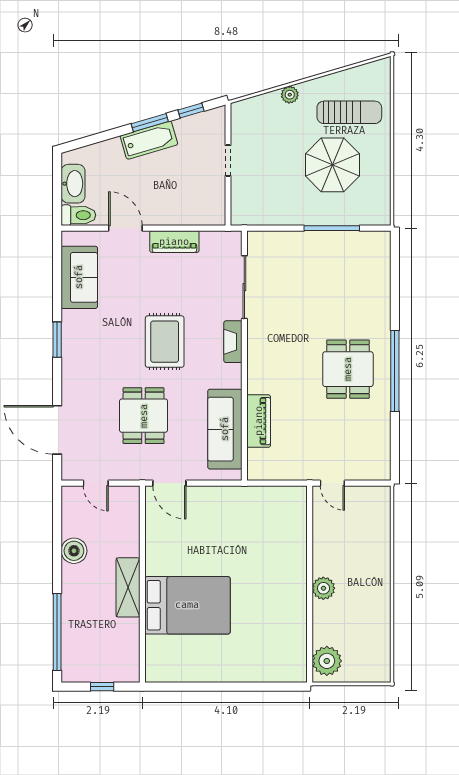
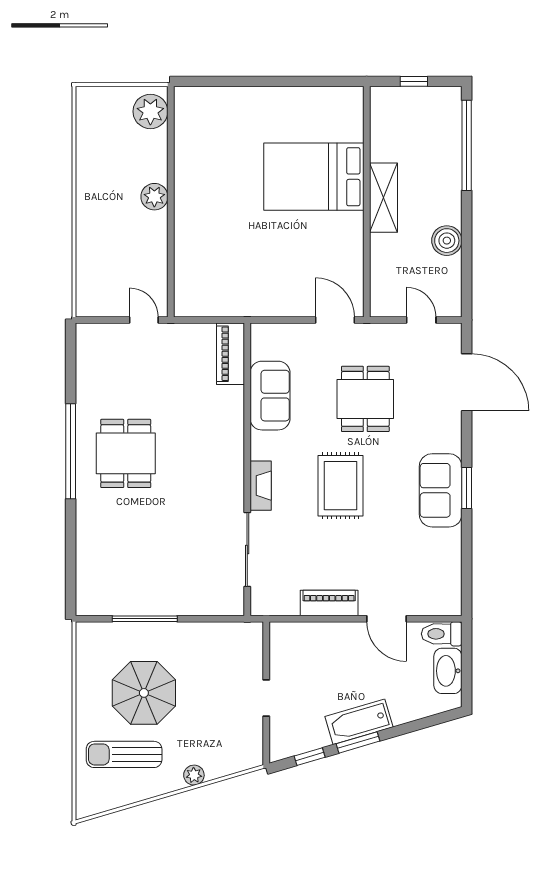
sofa: (79, 277) -> (441, 490), moved
piano: (259, 421) -> (230, 354), moved
sofa: (225, 429) -> (270, 396), width x0.73

